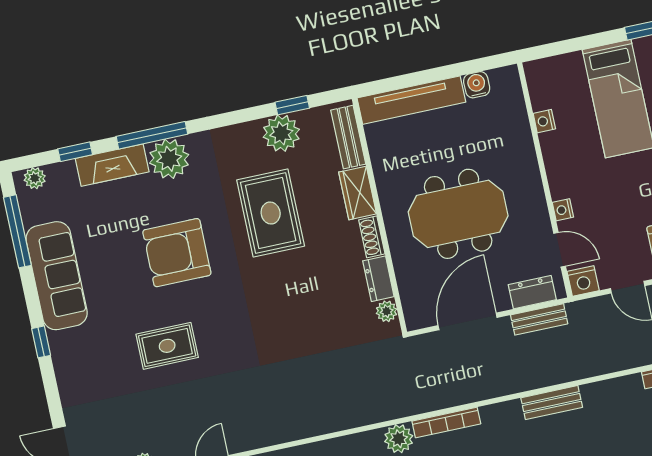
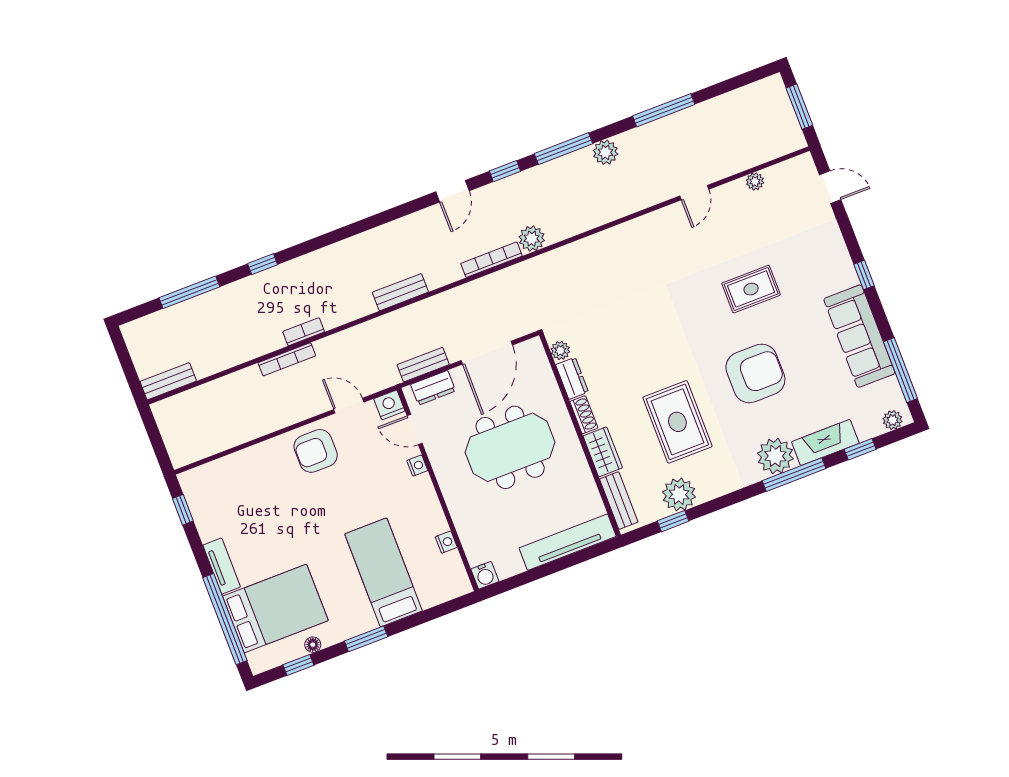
water cooler: (477, 85) -> (485, 575), moved

